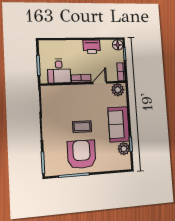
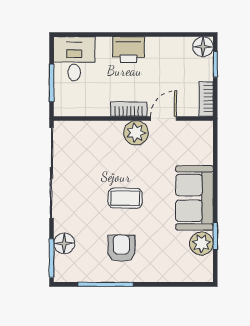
printer: (92, 47) -> (128, 50), moved
desk: (59, 71) -> (74, 59), moved, turned 180
plant: (118, 90) -> (136, 133), moved
floor lamp: (50, 154) -> (64, 243), added
armchair: (82, 154) -> (122, 248), width x0.53, depth x0.53

